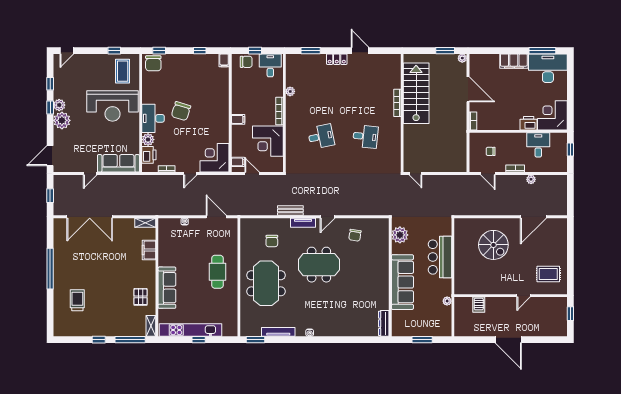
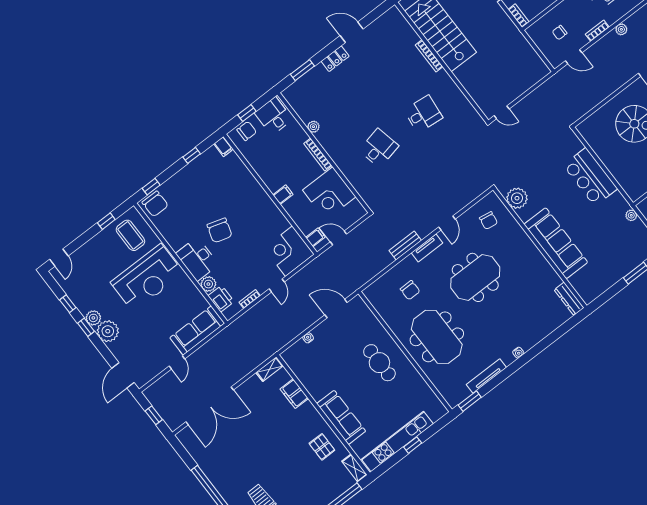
plant: (400, 235) -> (517, 198), moved
wall: (390, 277) -> (540, 248), moved
sofa: (402, 282) -> (556, 243), moved
dresser: (384, 323) -> (569, 299), moved

